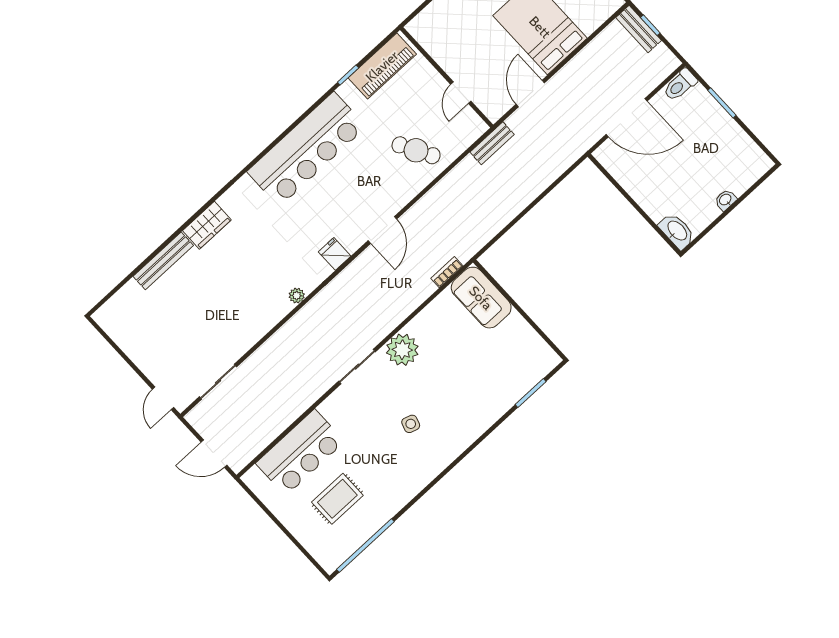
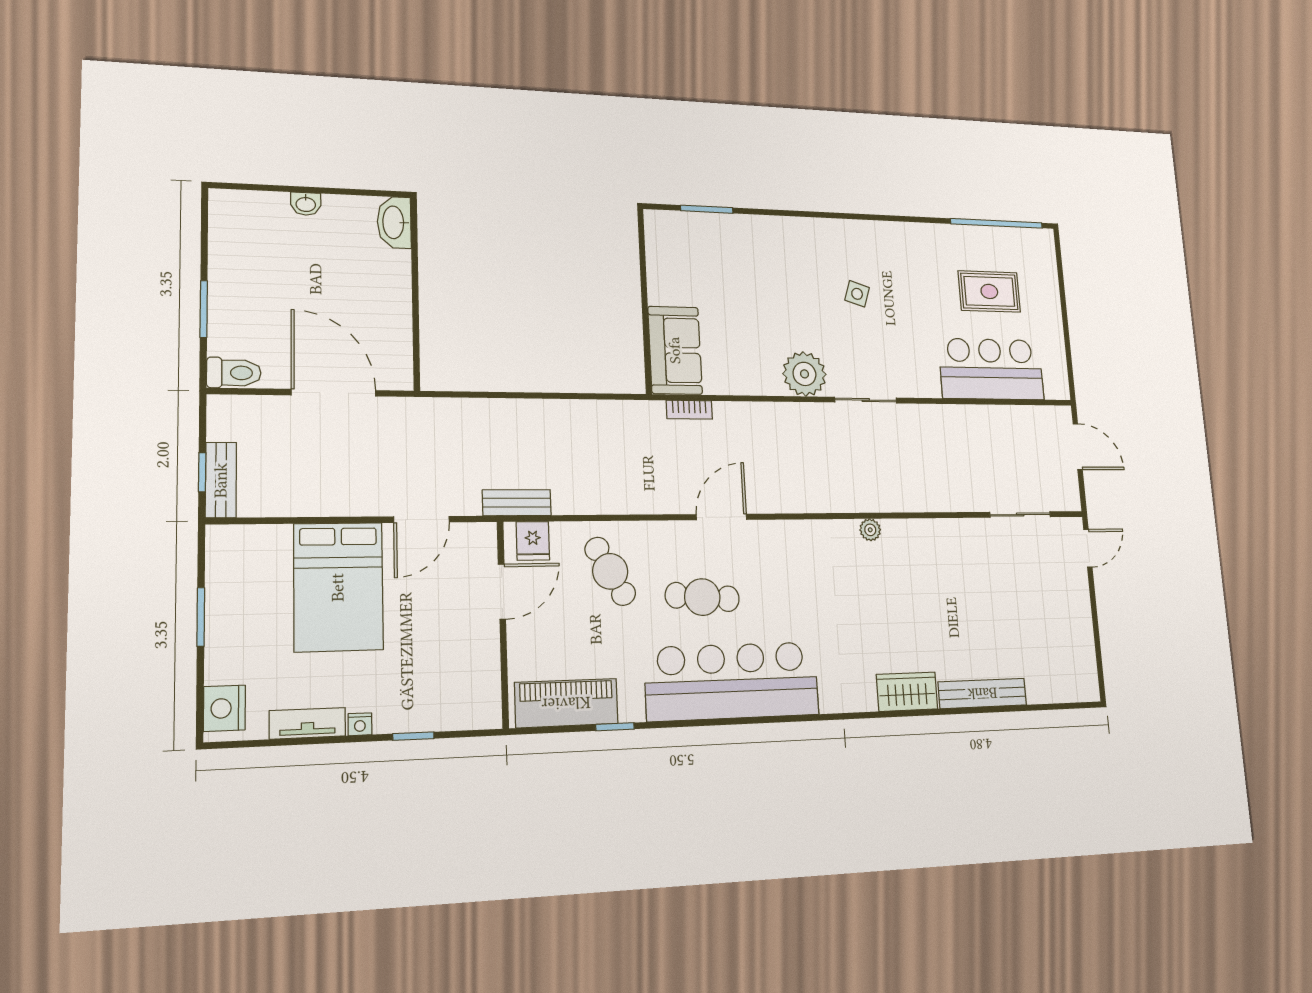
door: (461, 93) -> (502, 592), width x1.38
cafe table: (358, 179) -> (702, 597), added
fridge: (335, 254) -> (533, 541), moved

